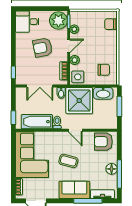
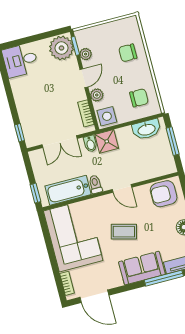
chair: (110, 24) -> (128, 53), moved
armchair: (43, 48) -> (50, 90), removed
shower: (79, 101) -> (107, 141), width x0.54, depth x0.54

